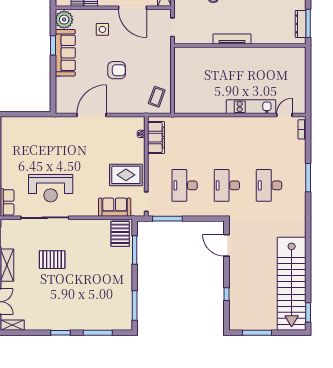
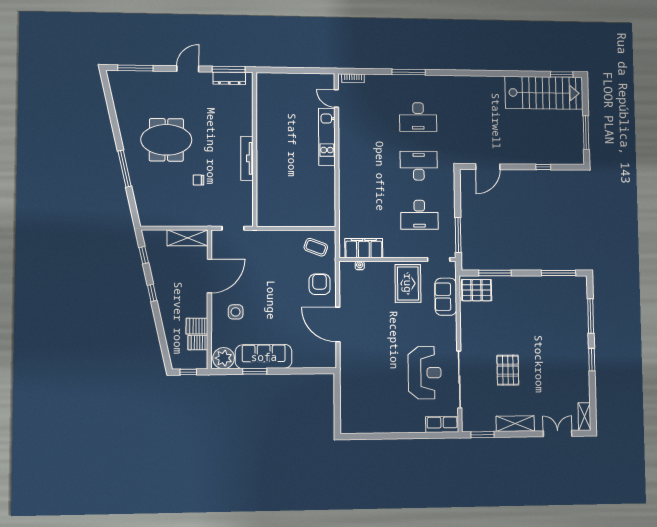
armchair: (117, 70) -> (320, 284), moved
desk: (227, 185) -> (419, 166), turned 180
stairs: (292, 284) -> (544, 93), width x0.73

